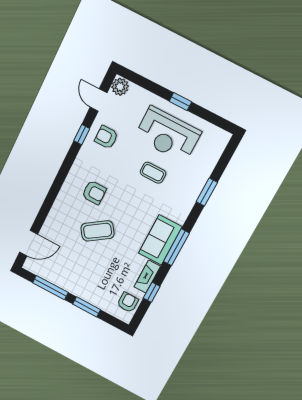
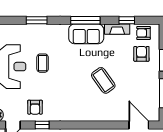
armchair: (94, 193) -> (141, 54), moved

